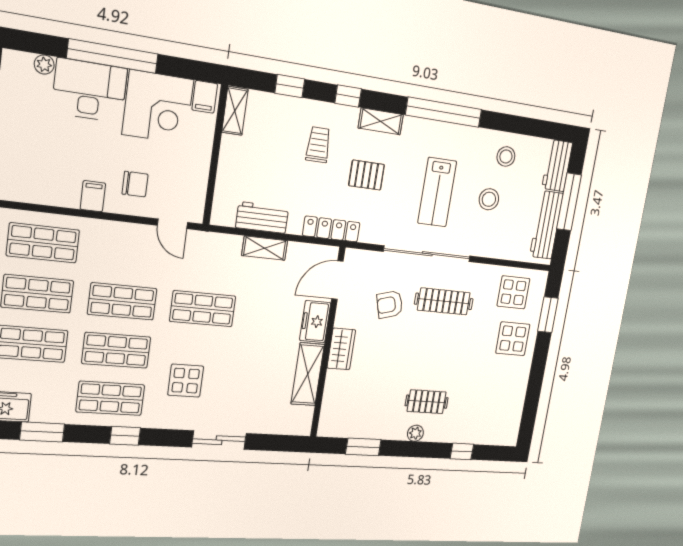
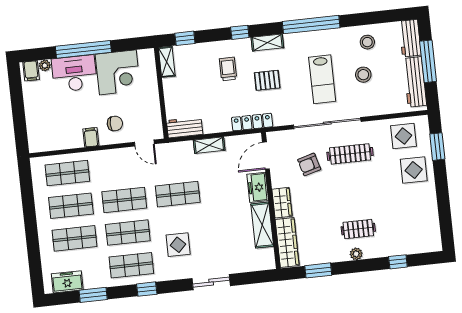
window: (290, 86) -> (185, 38), moved
filing cabinet: (205, 97) -> (31, 71), moved
workbench: (262, 218) -> (185, 127), moved
wardrobe: (334, 404) -> (287, 243), added

